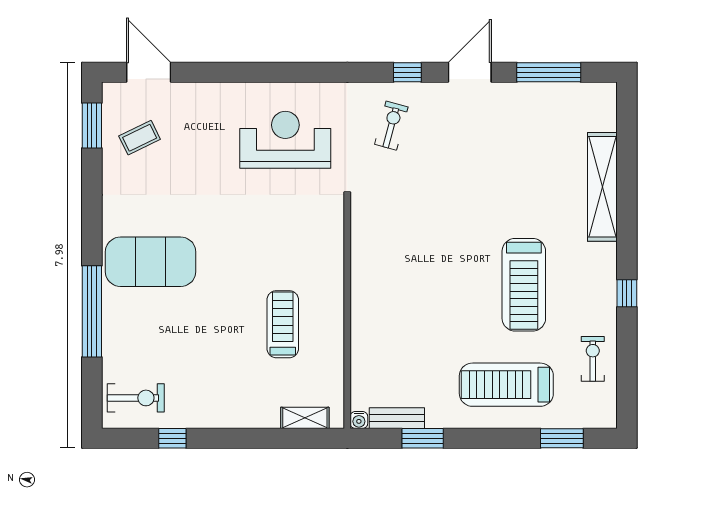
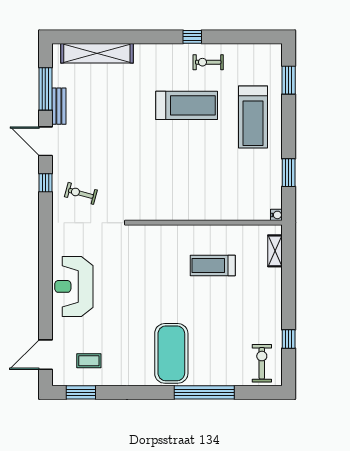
coffee table: (140, 138) -> (89, 361), turned -64
reception desk: (285, 140) -> (74, 286), moved
shelving: (602, 187) -> (97, 53), moved
exercise bike: (593, 359) -> (208, 62), moved
bench: (397, 418) -> (59, 106), moved

